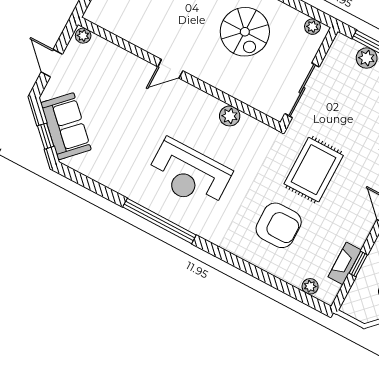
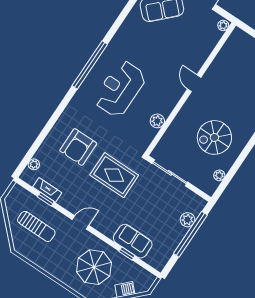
plant: (313, 27) -> (219, 175), moved

